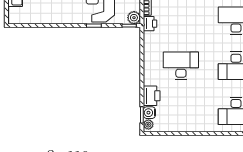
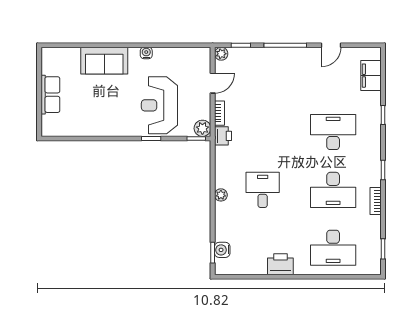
desk: (181, 66) -> (263, 190), width x0.73
printer: (152, 96) -> (280, 264), moved, turned -90
plant: (148, 125) -> (221, 195), moved

